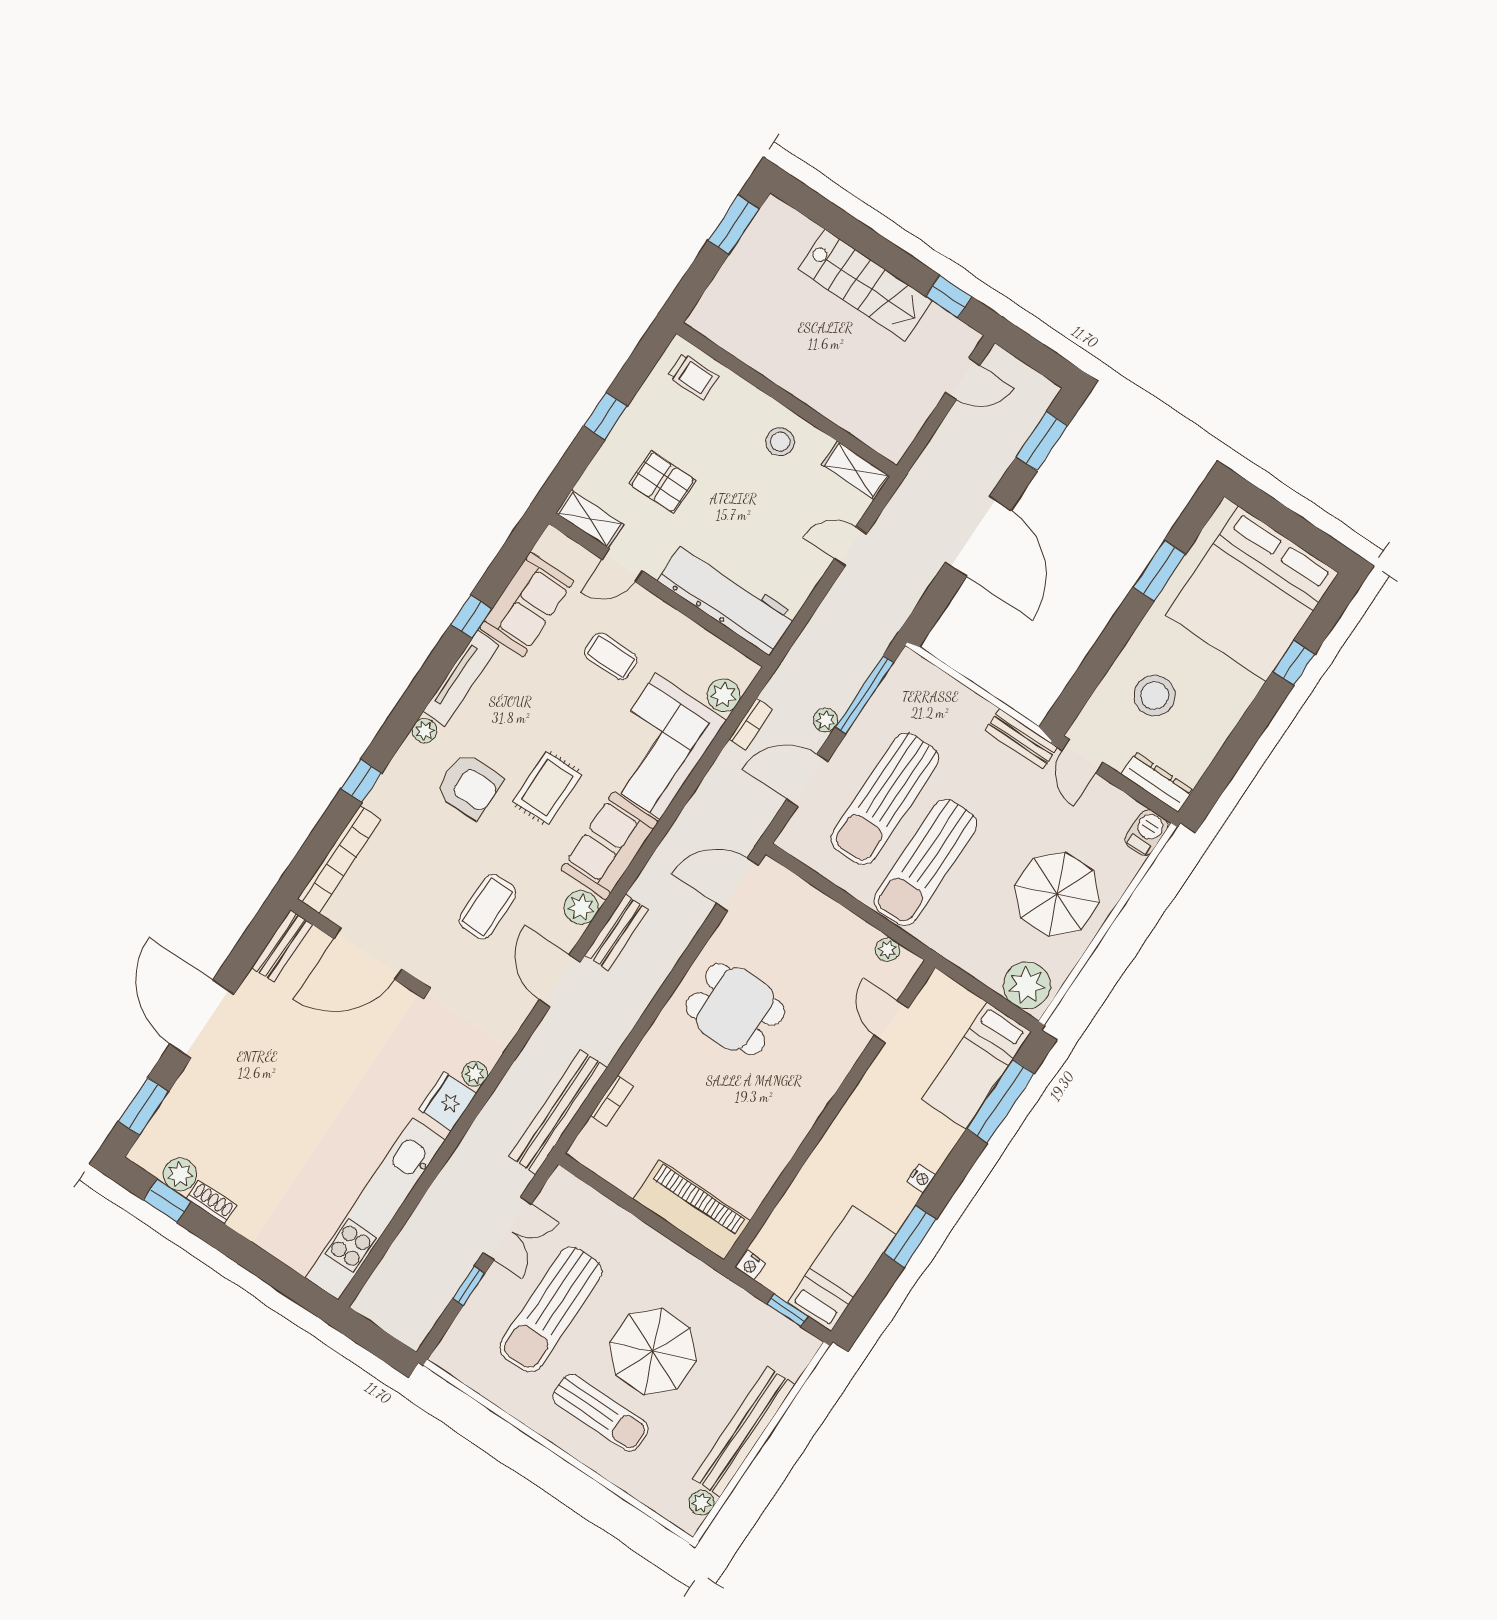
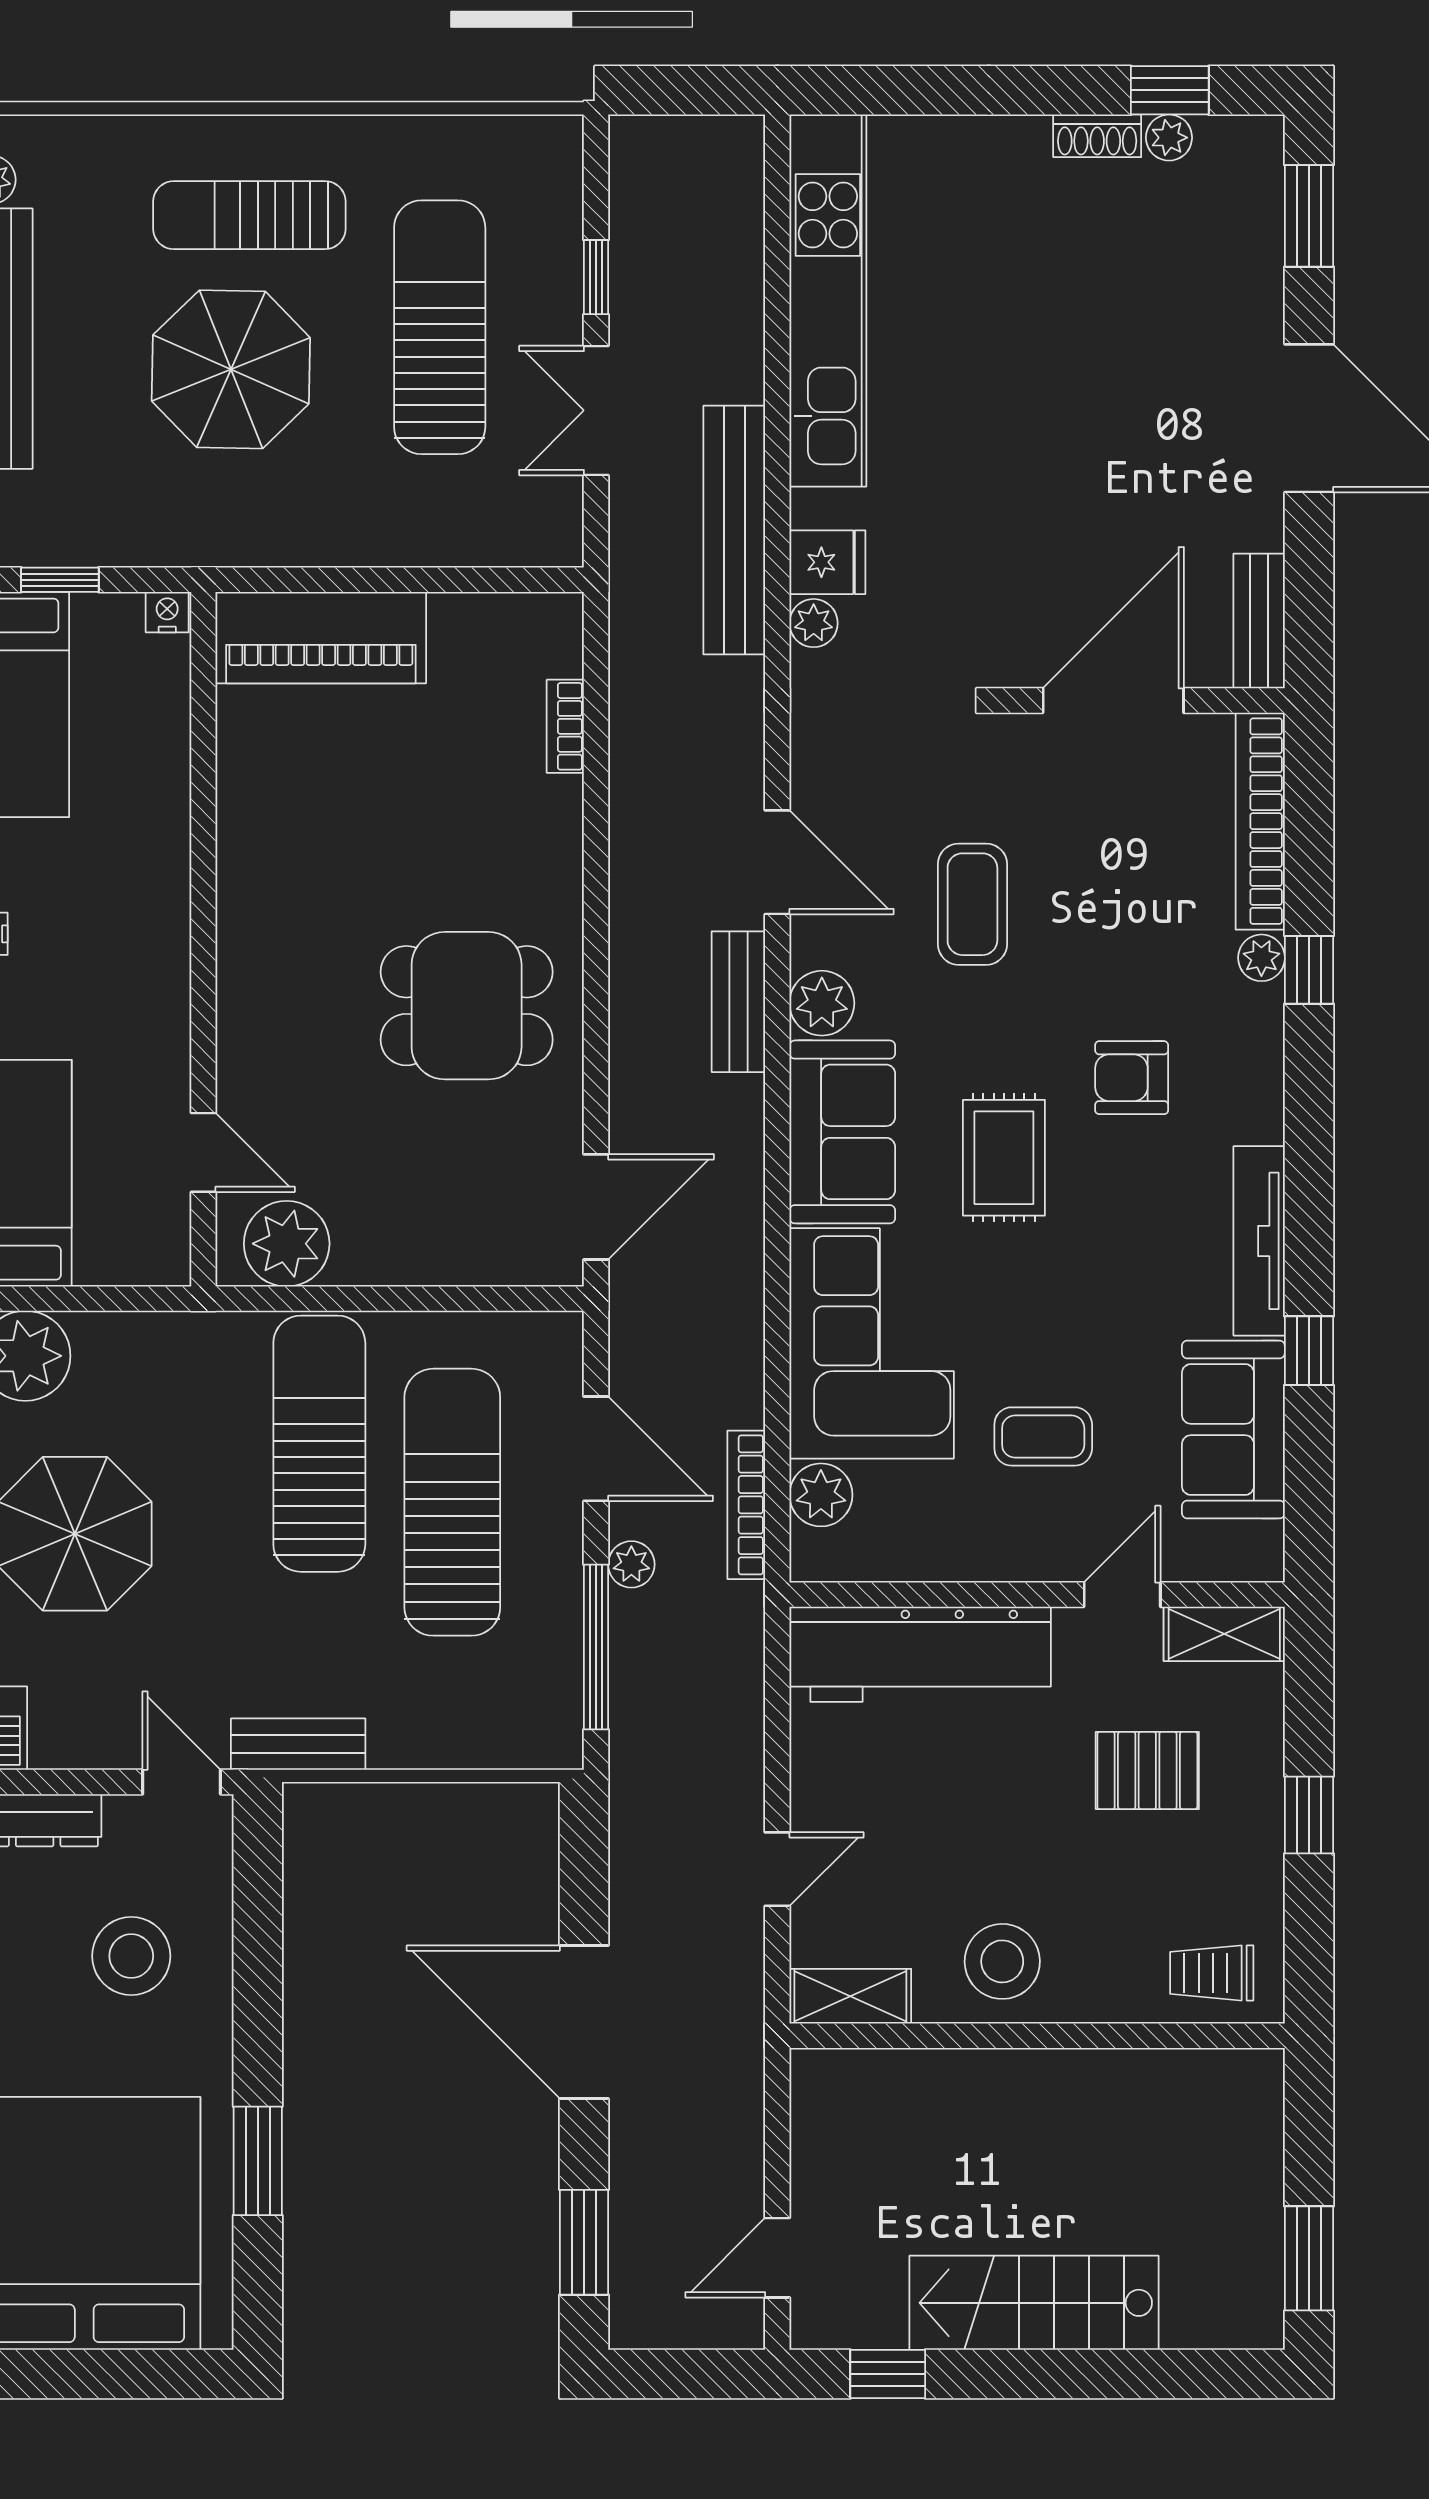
stool: (780, 442) -> (1002, 1961), width x1.38, depth x1.38
bookcase: (751, 724) -> (746, 1505), width x1.56
plant: (425, 731) -> (1261, 958), moved
door: (807, 780) -> (596, 1449), hinge flipped
armchair: (469, 786) -> (1132, 1078), width x0.72, depth x0.72
plant: (887, 950) -> (287, 1244), width x1.87, depth x1.87
fridge: (448, 1101) -> (827, 562), width x0.72
bench: (558, 1112) -> (734, 530), moved
plant: (180, 1174) -> (1169, 138), width x0.73, depth x0.73

